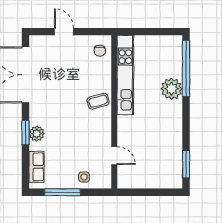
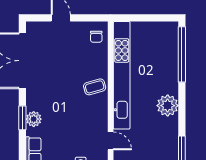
kitchen unit: (125, 75) -> (122, 75), width x1.36
plant: (172, 89) -> (168, 106), moved

